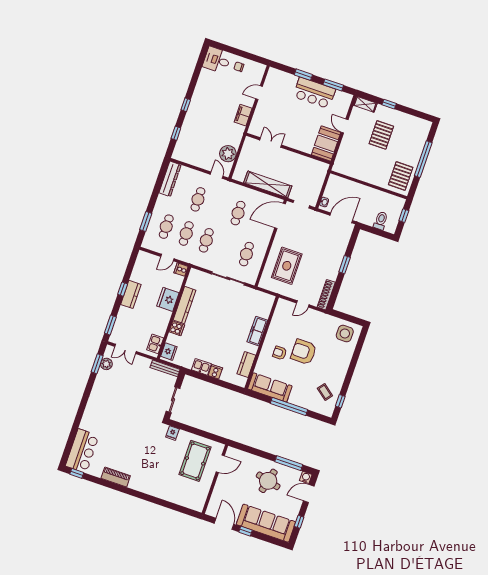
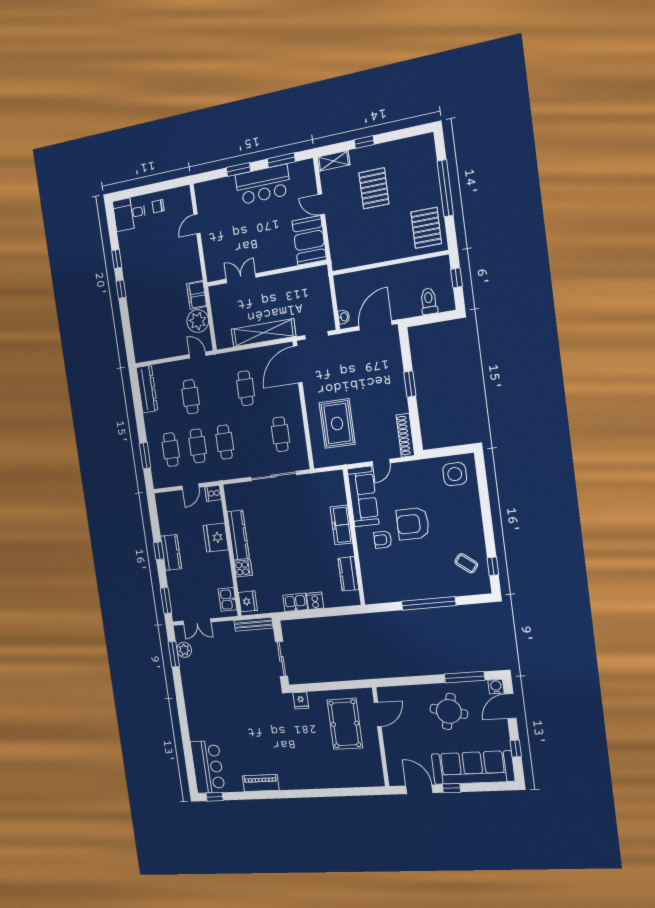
filing cabinet: (243, 115) -> (197, 295), moved
window: (176, 133) -> (117, 259), moved
sofa: (270, 387) -> (363, 496), moved, turned 90

